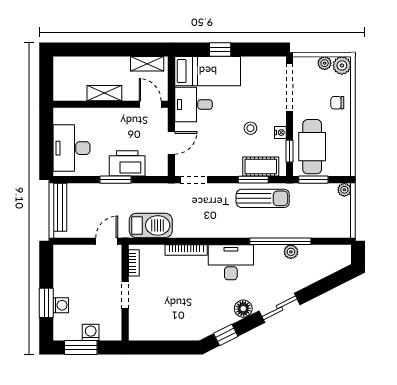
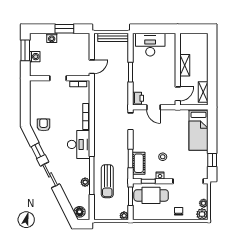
window: (220, 49) -> (212, 160), moved
desk: (193, 105) -> (178, 121), removed
printer: (127, 163) -> (138, 98), moved, width x0.53, depth x0.68
sun lounger: (263, 198) -> (107, 181), moved
barbecue: (151, 225) -> (102, 94), removed
door: (107, 241) -> (92, 67), hinge flipped
window: (46, 303) -> (64, 29), moved
floor lamp: (243, 309) -> (80, 212), moved
armchair: (200, 318) -> (44, 125), added
window: (226, 335) -> (38, 151), moved

